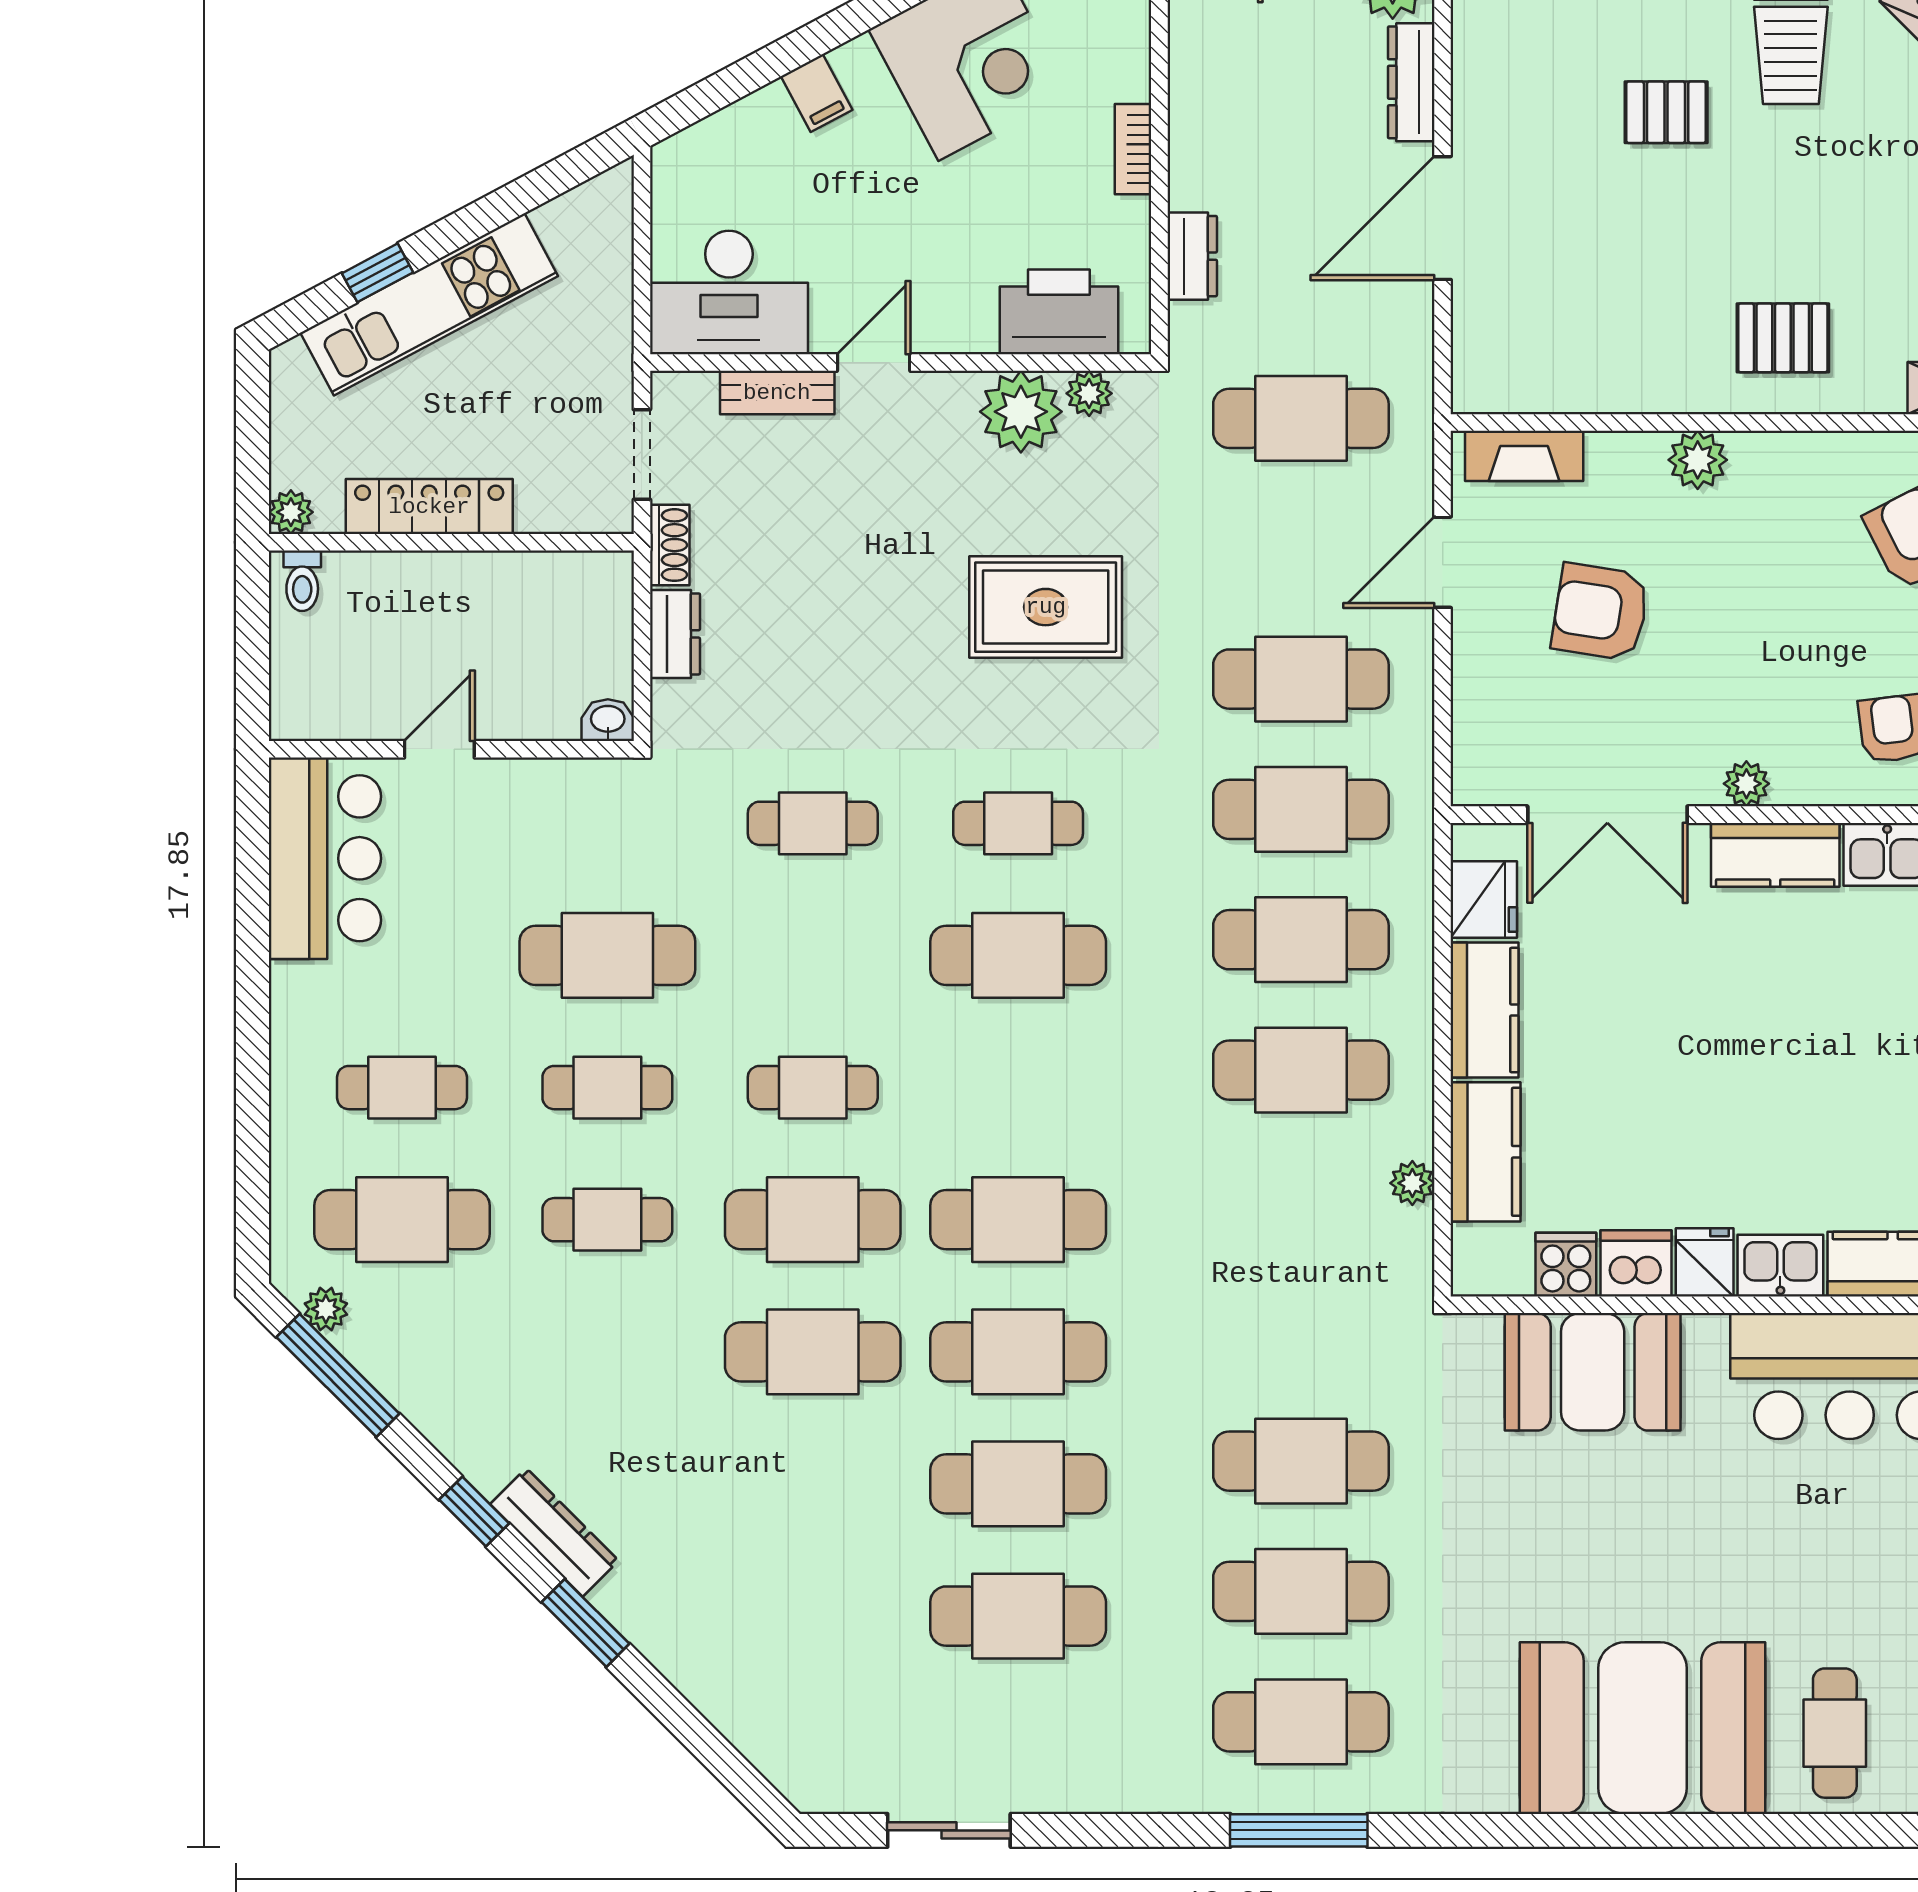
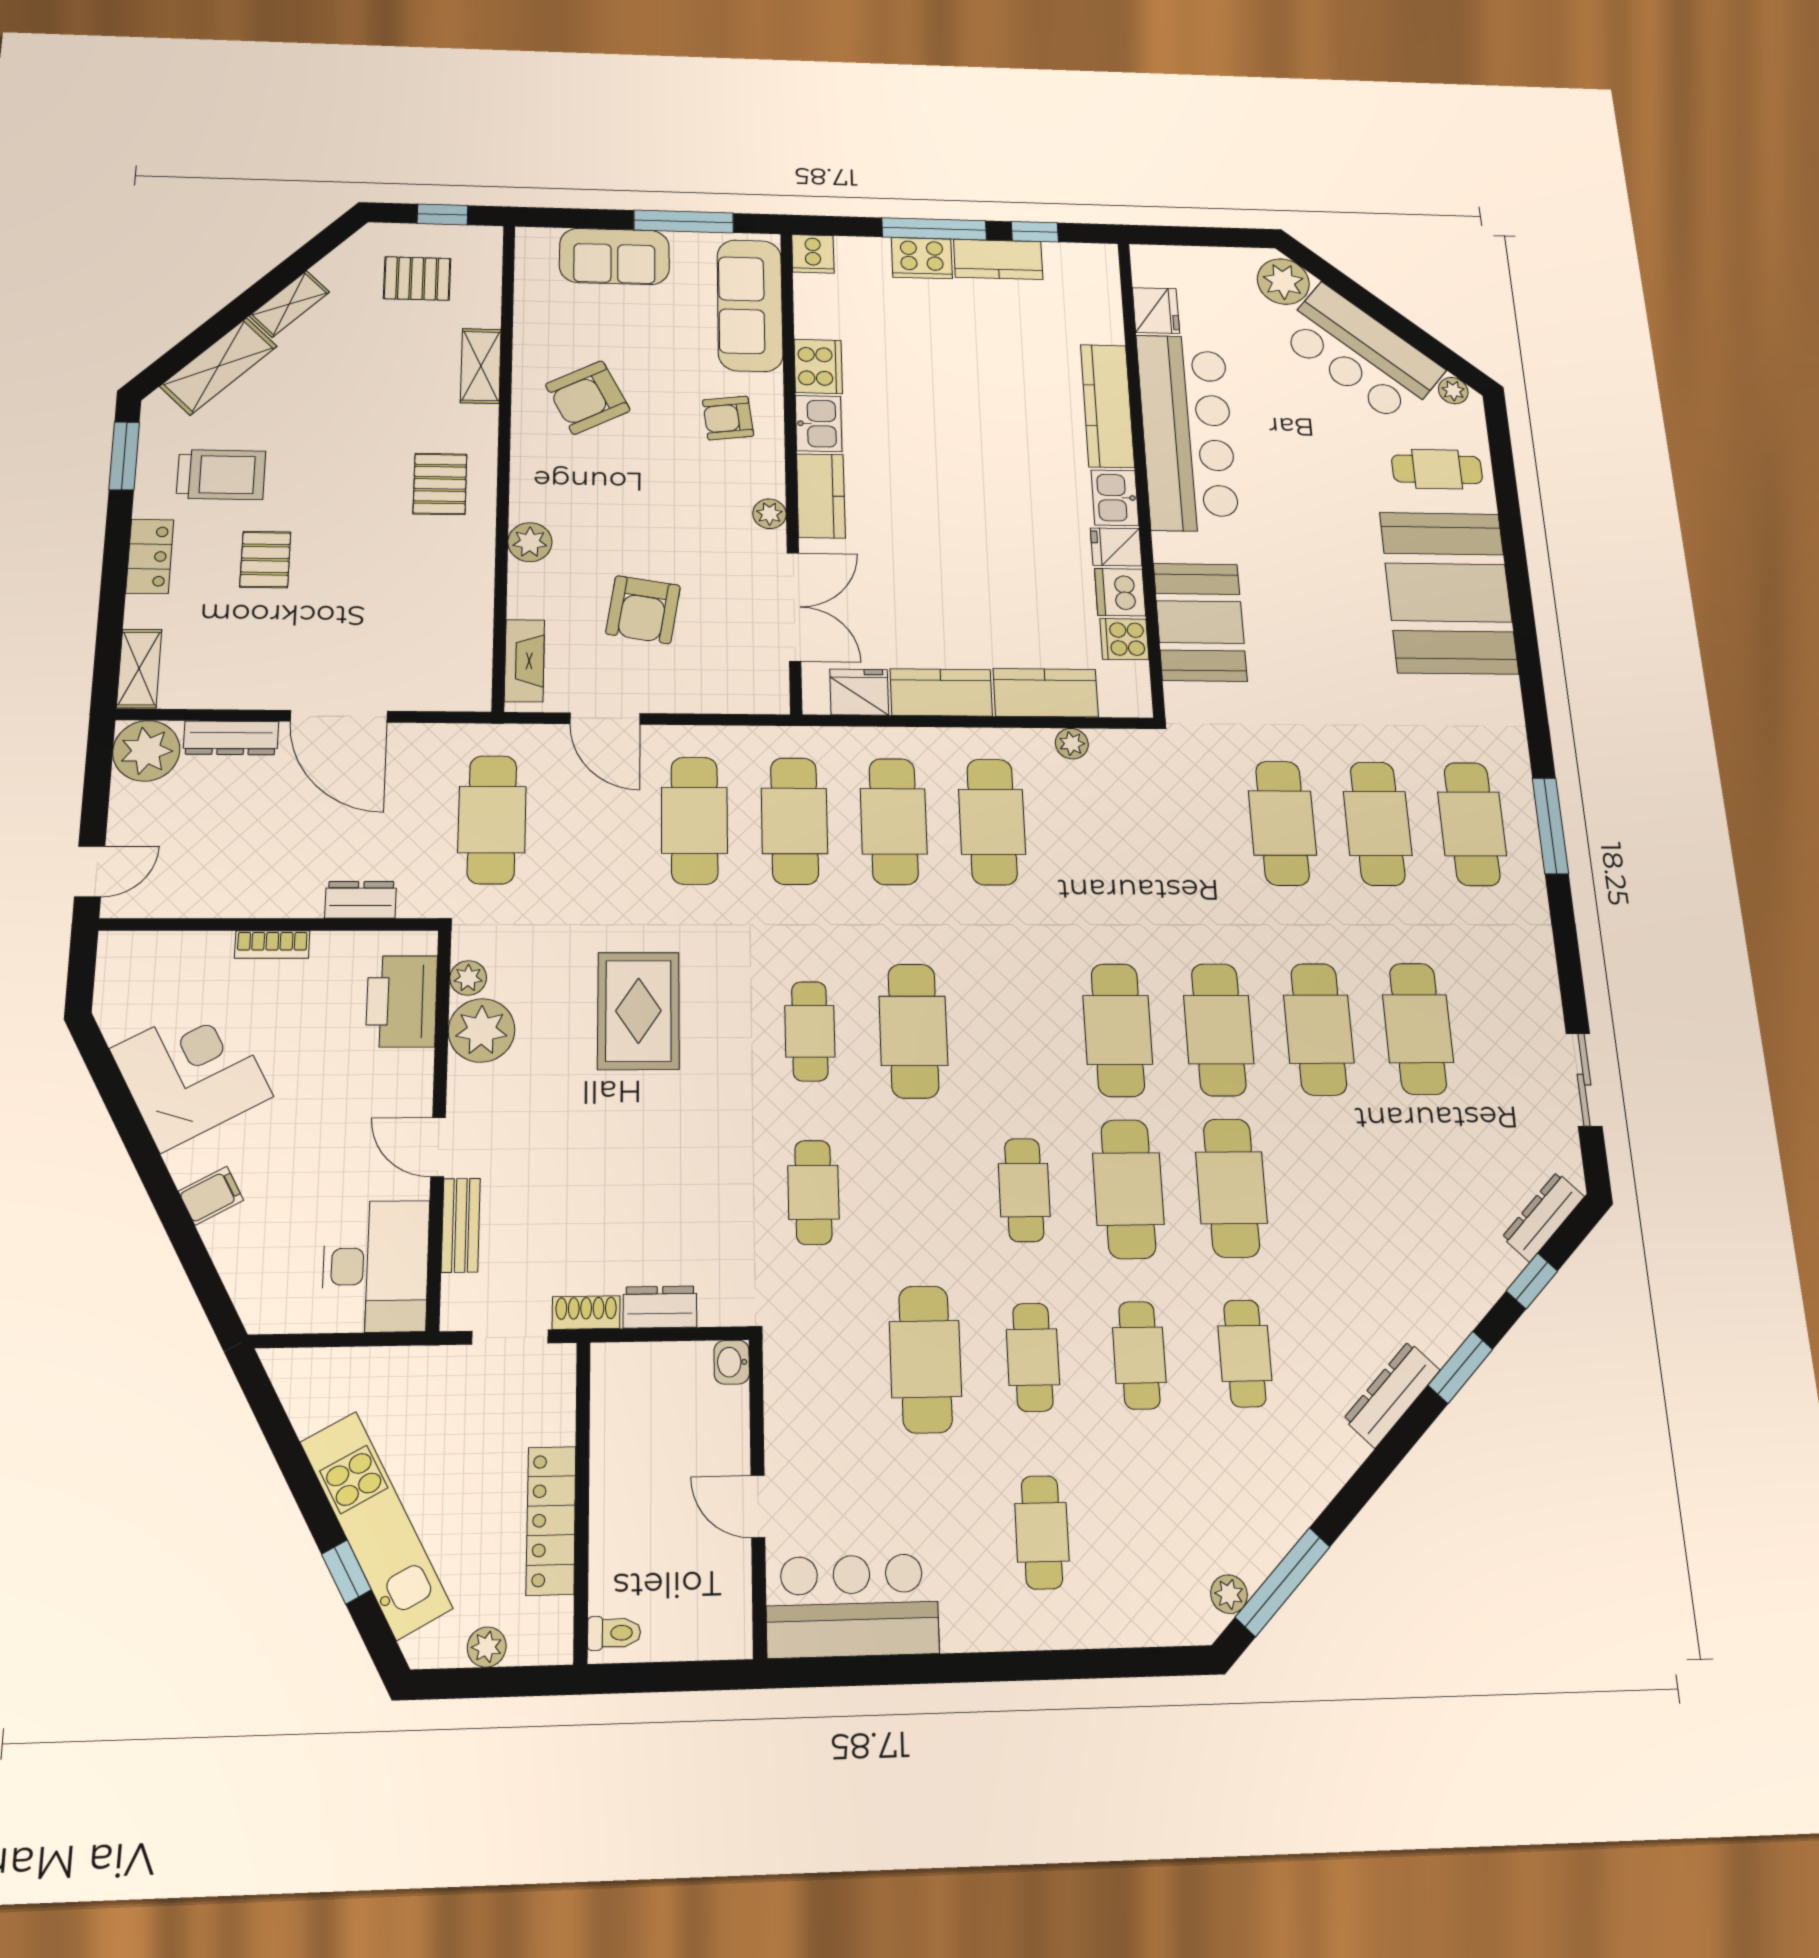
plant: (291, 512) -> (487, 1647), moved
cafe table: (402, 1220) -> (1245, 1353), moved, width x0.73, depth x0.74
window: (474, 1512) -> (1532, 1281), moved
dresser: (771, 1753) -> (1543, 1217), added

